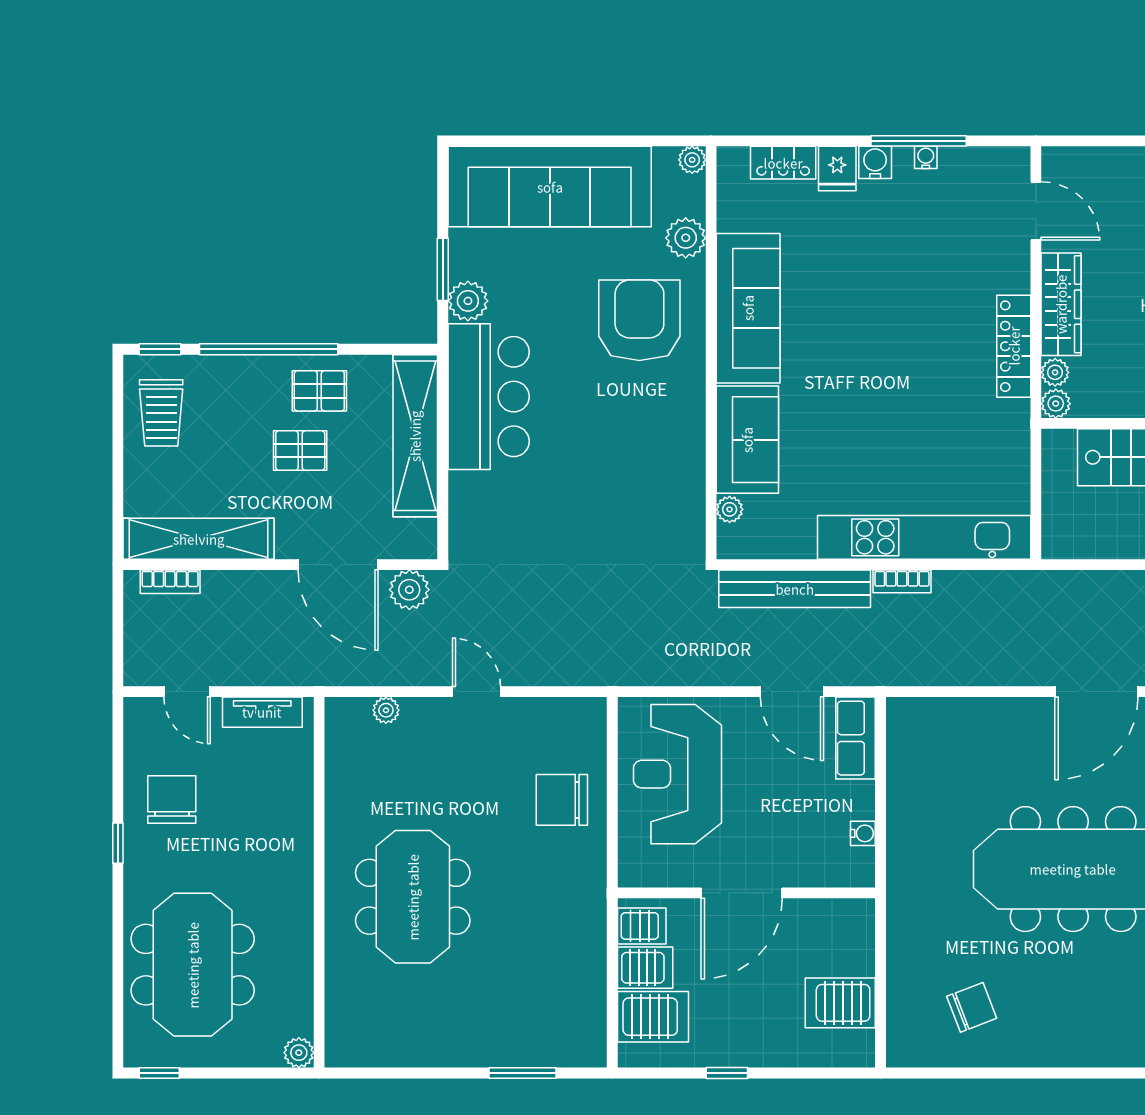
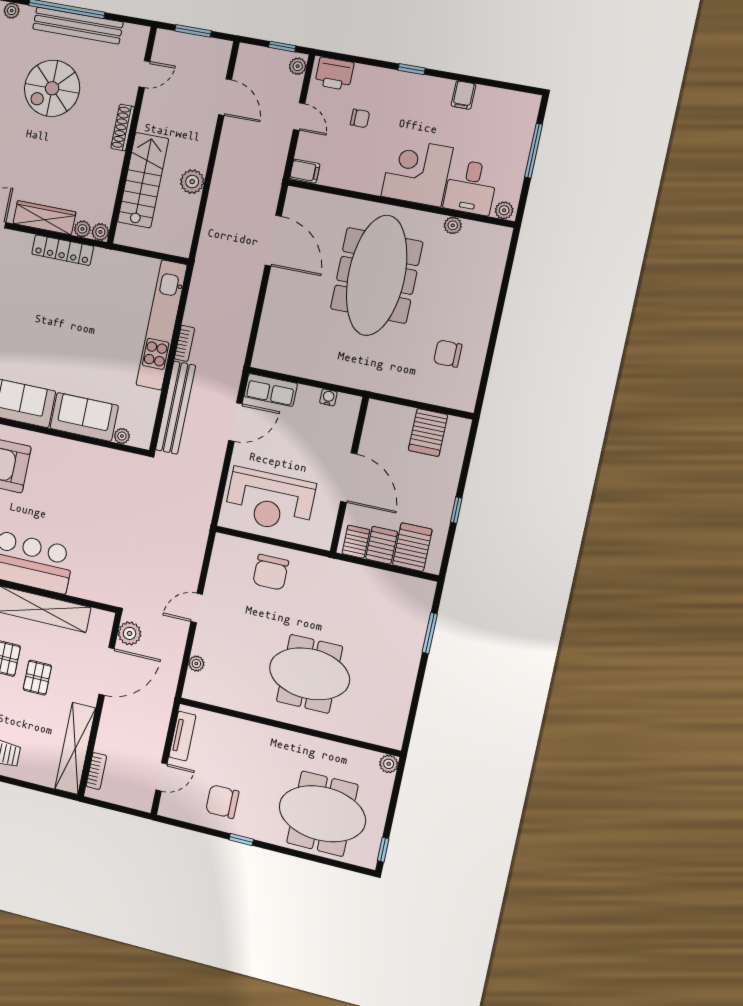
chair: (972, 1007) -> (448, 354), turned -69

